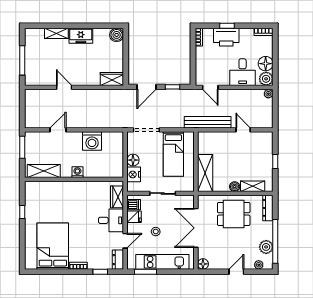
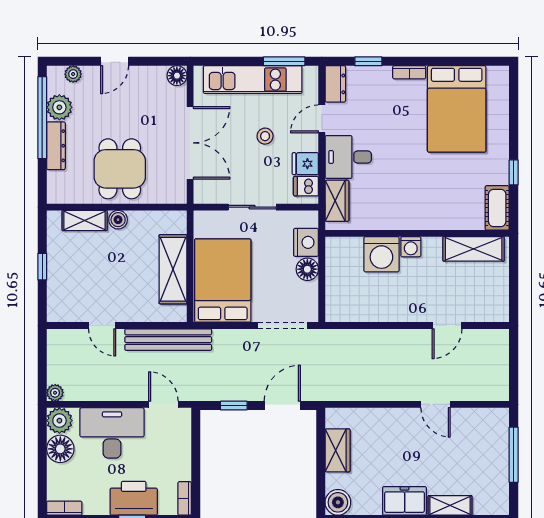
desk: (243, 72) -> (112, 433), width x1.37
wardrobe: (112, 79) -> (338, 450), moved, turned -90
washing machine: (92, 141) -> (381, 254), moved, turned 180
window: (22, 147) -> (514, 293), removed
bed: (173, 154) -> (223, 281), width x1.50
shelving: (205, 173) -> (173, 269), moved
cot: (31, 193) -> (497, 208), added
dresser: (268, 208) -> (56, 146), moved
dining table: (234, 214) -> (120, 169), turned 90

